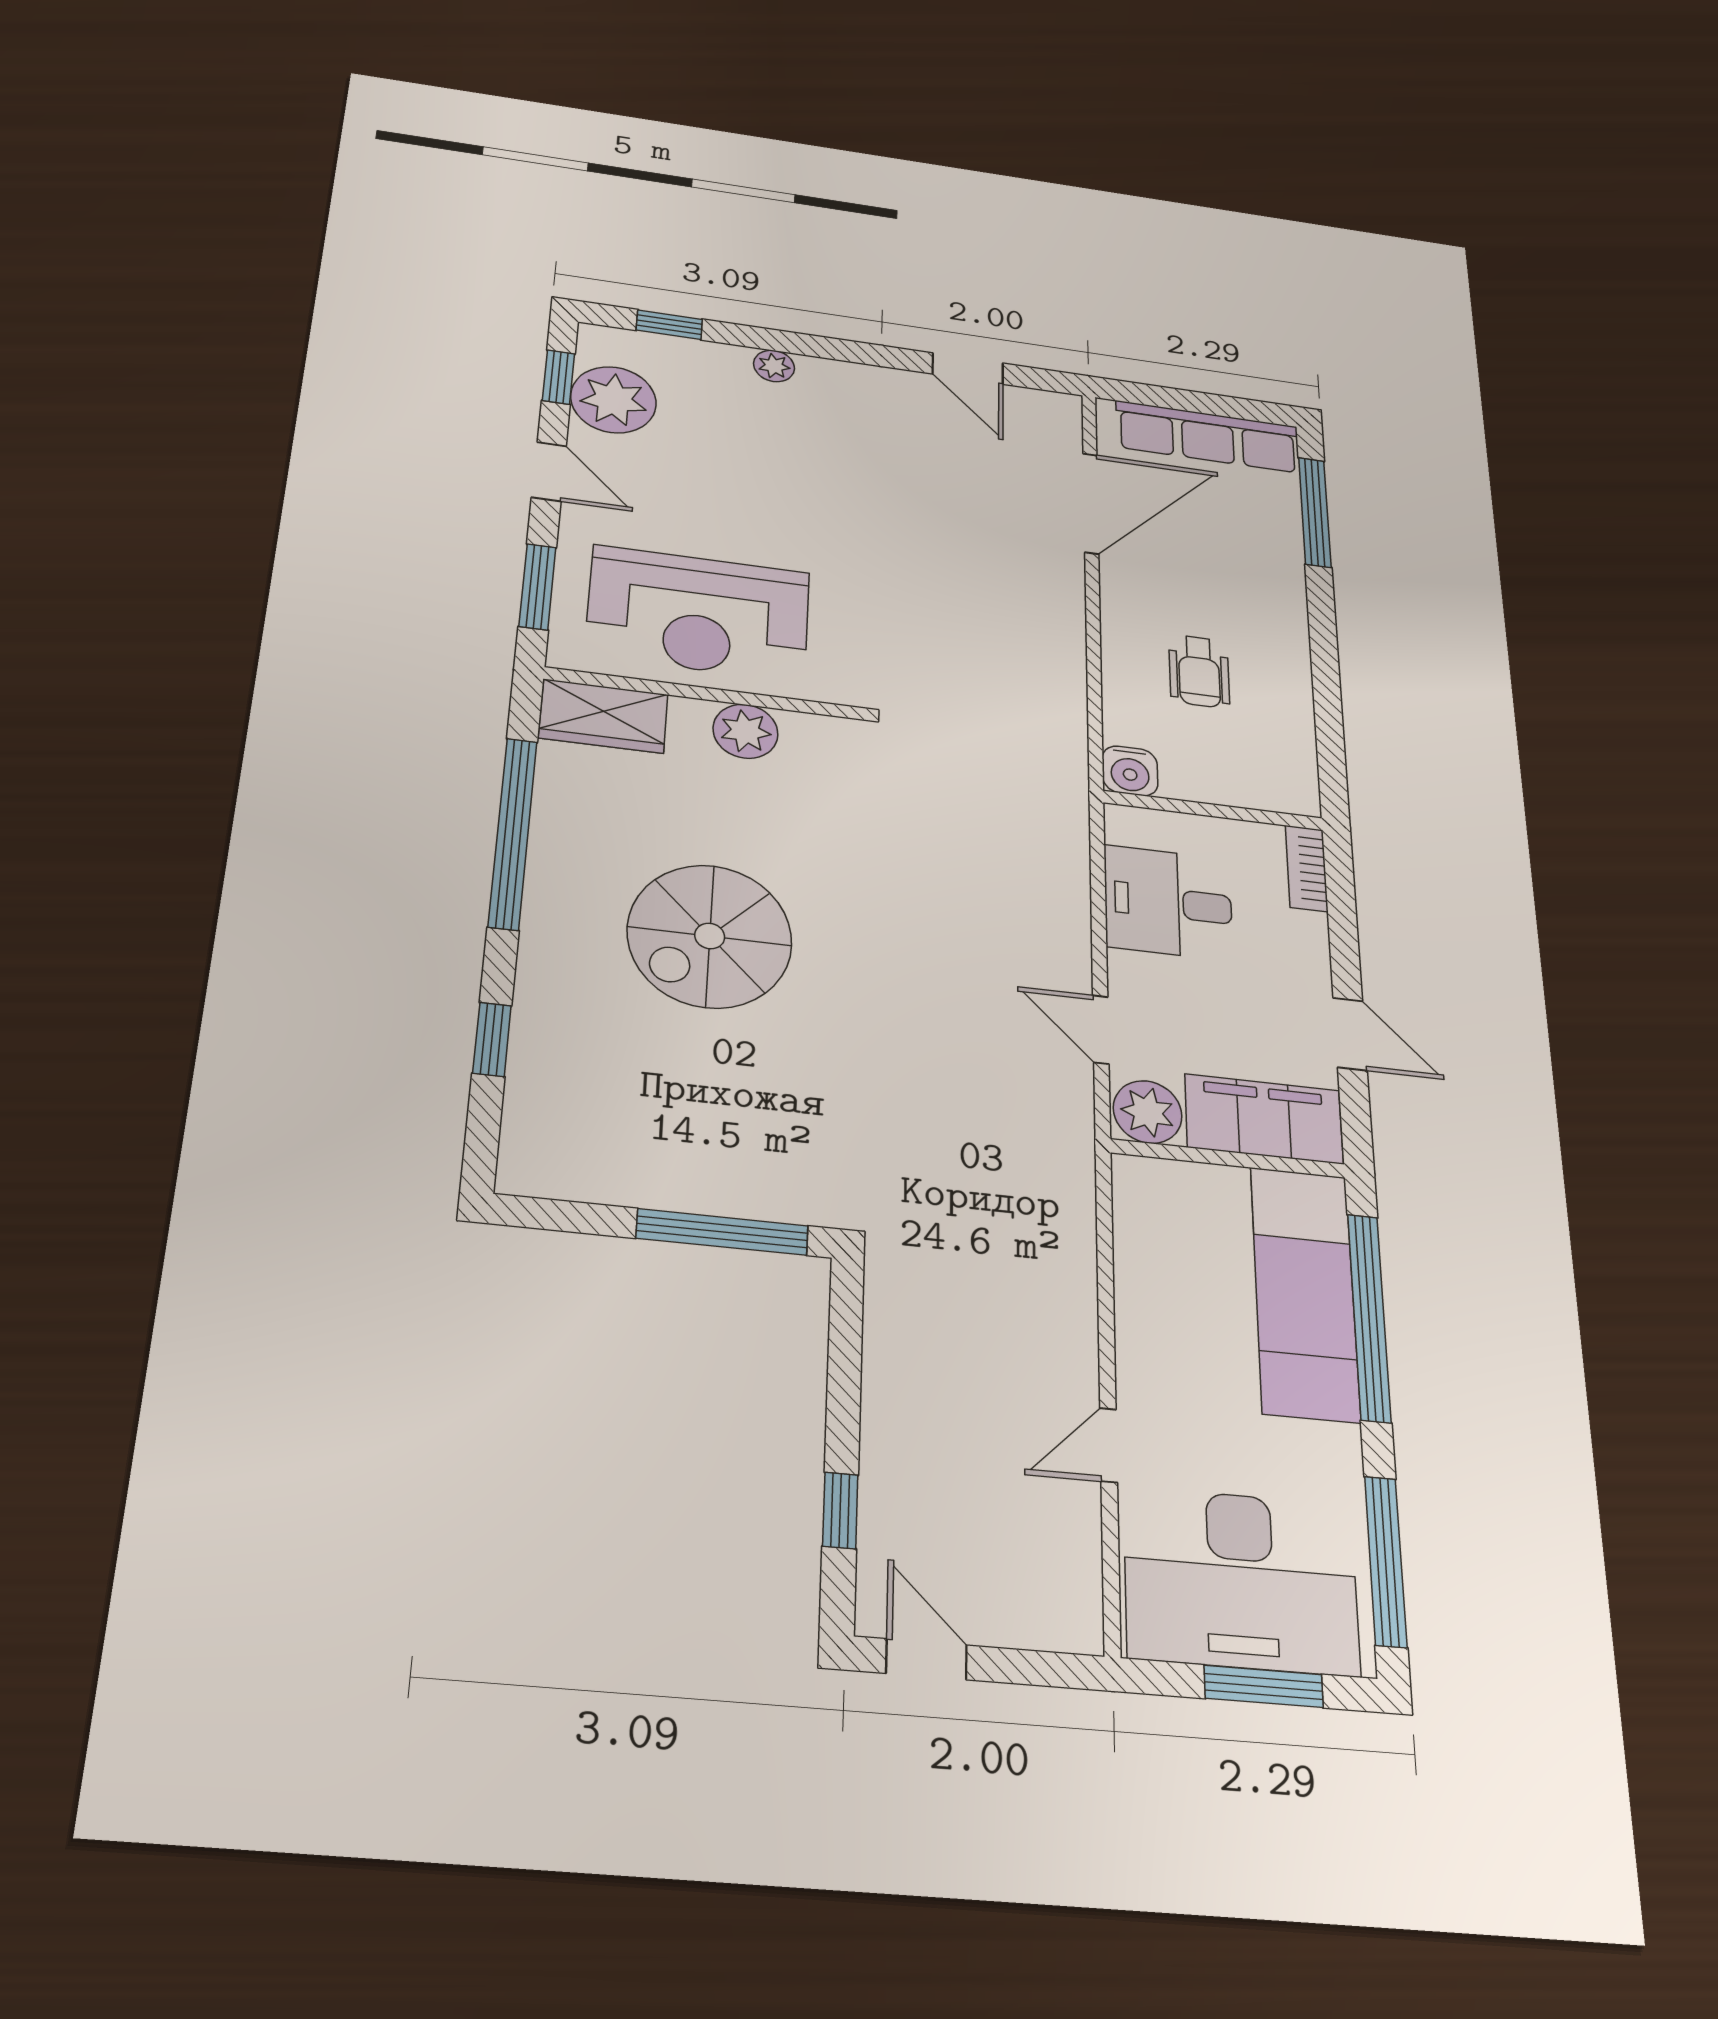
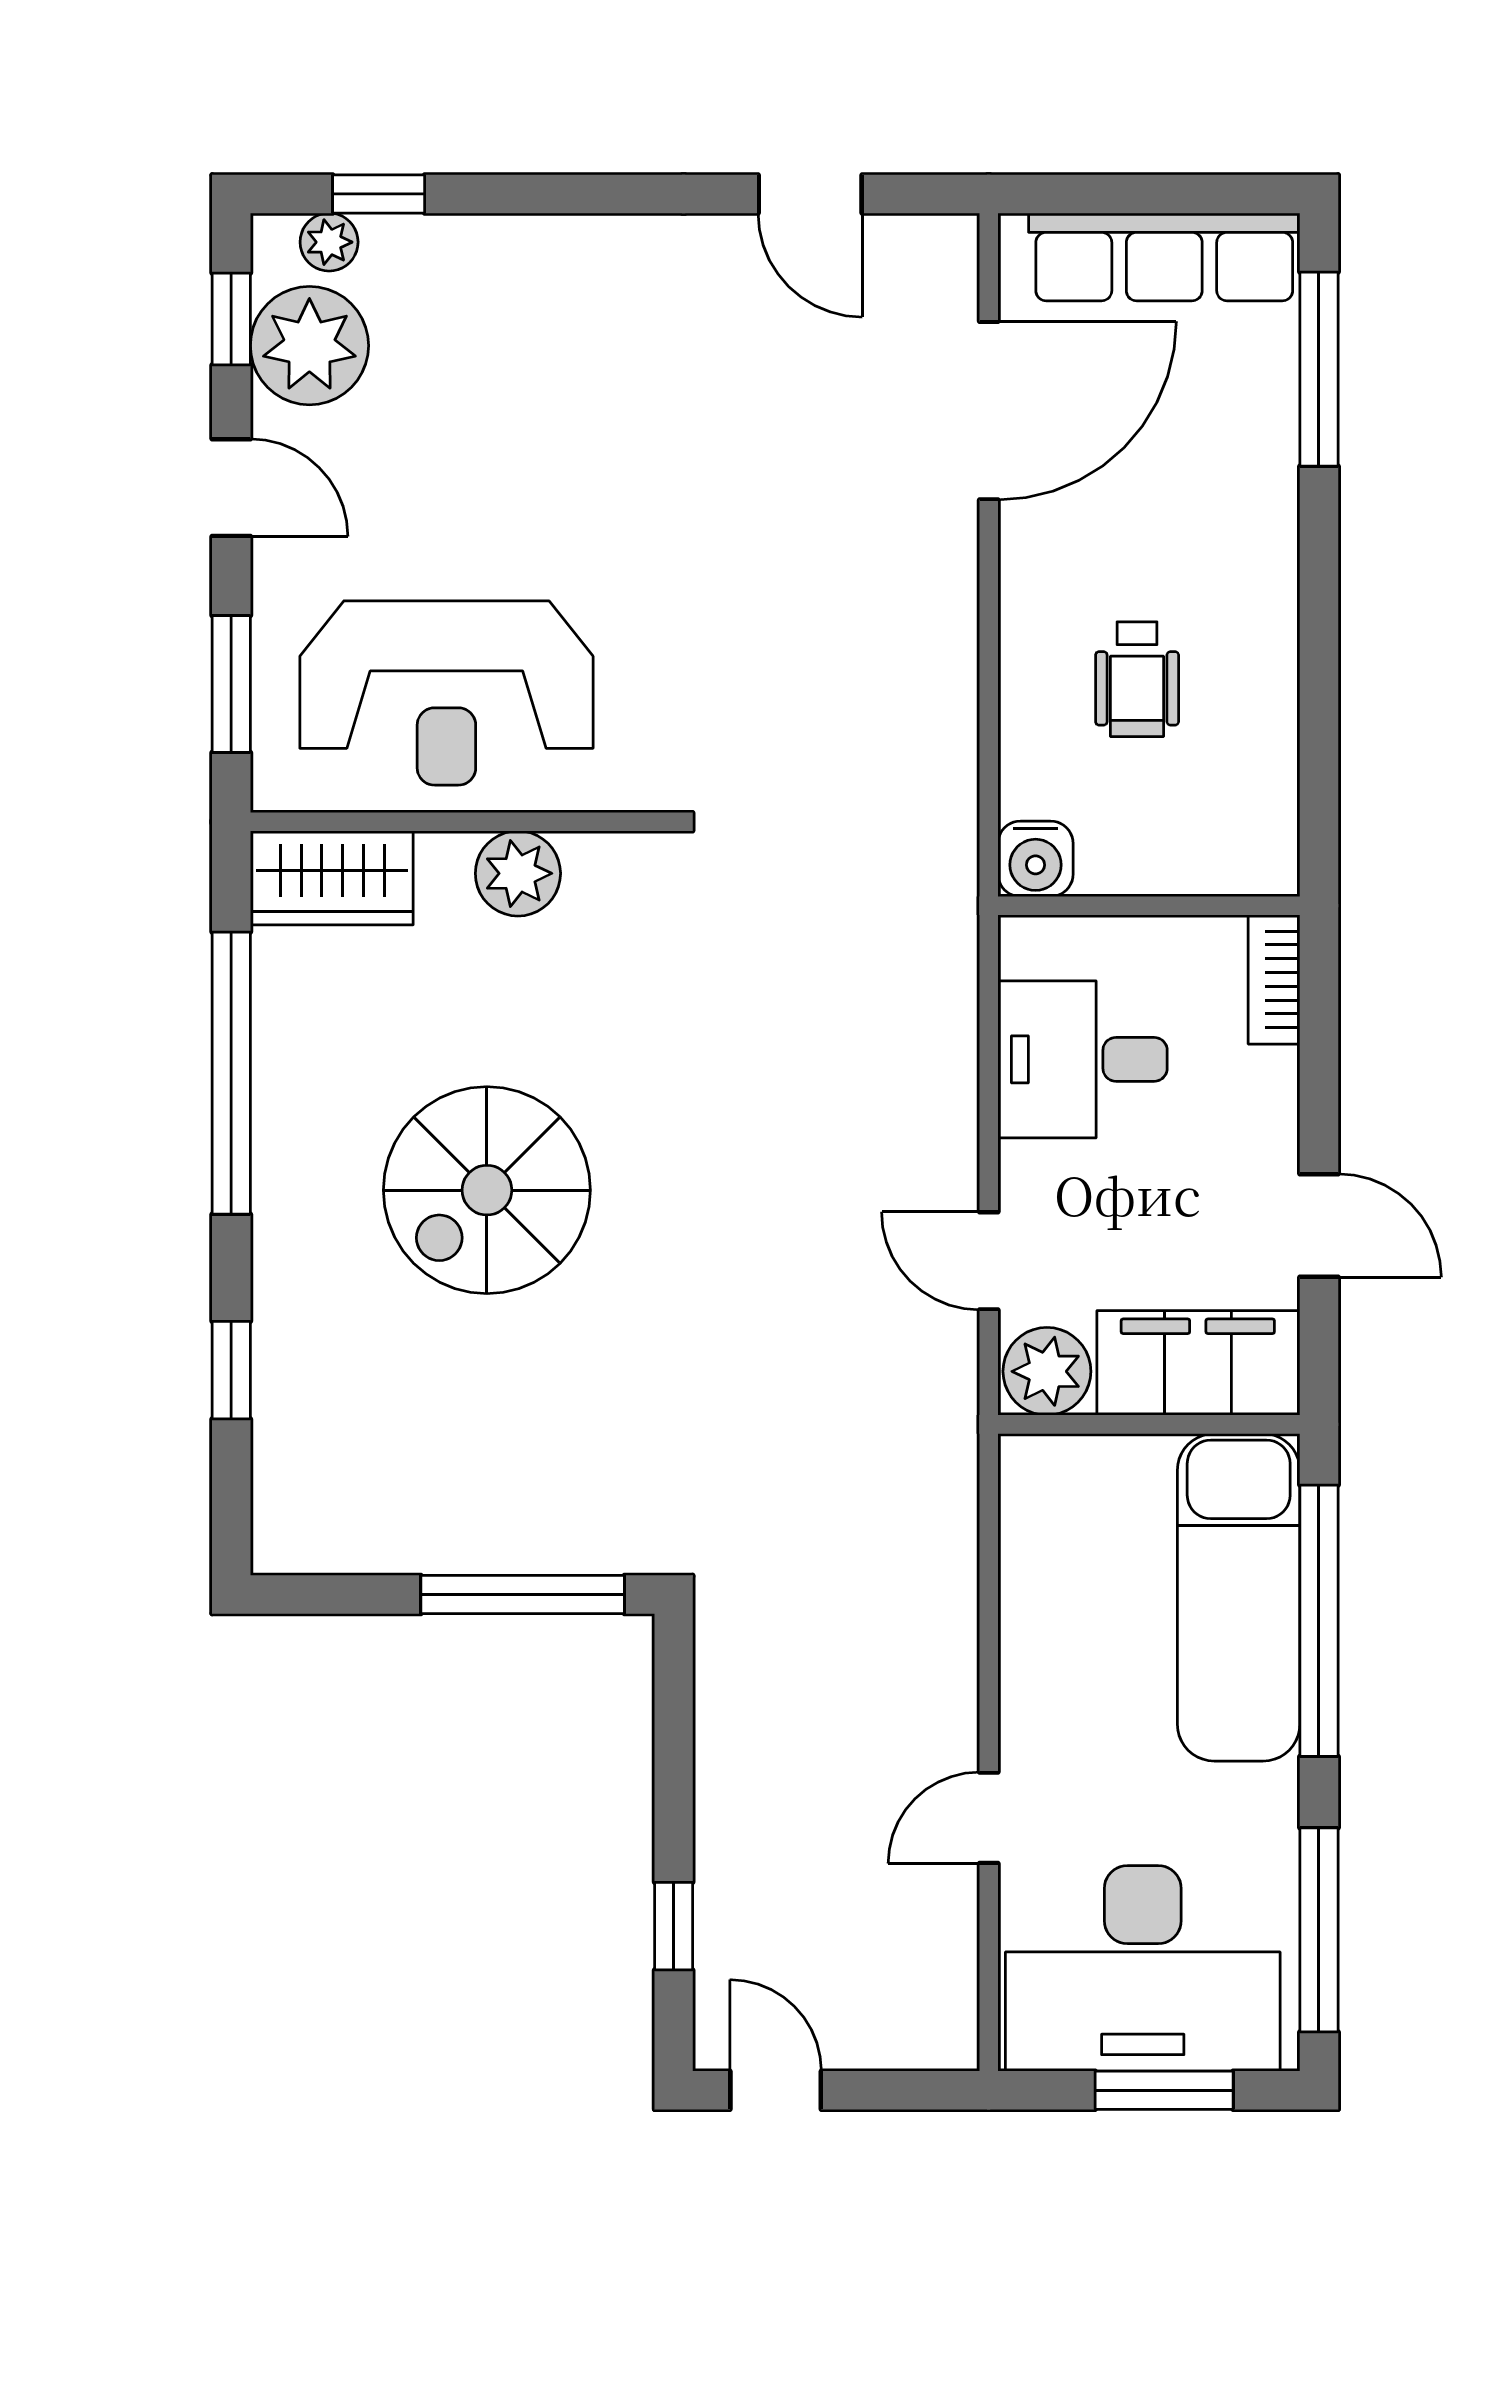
plant: (774, 366) -> (329, 242), moved

